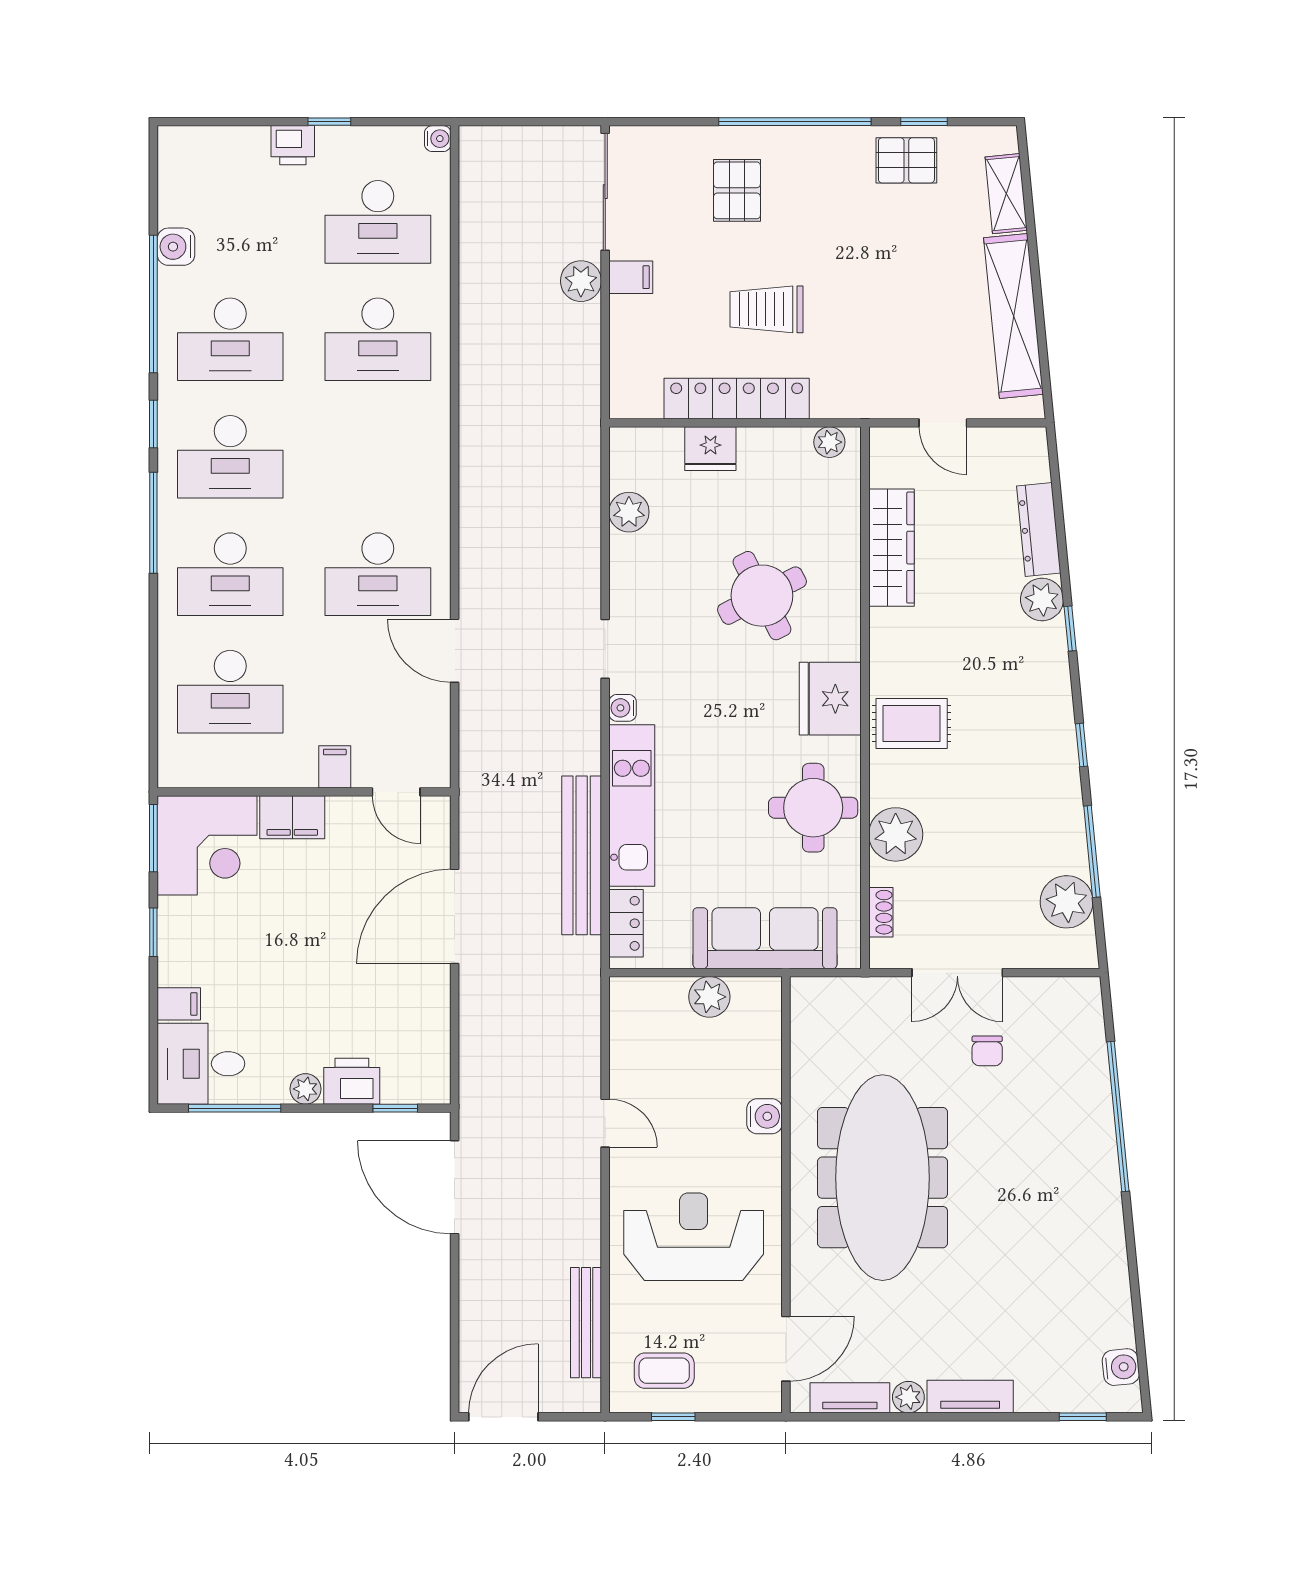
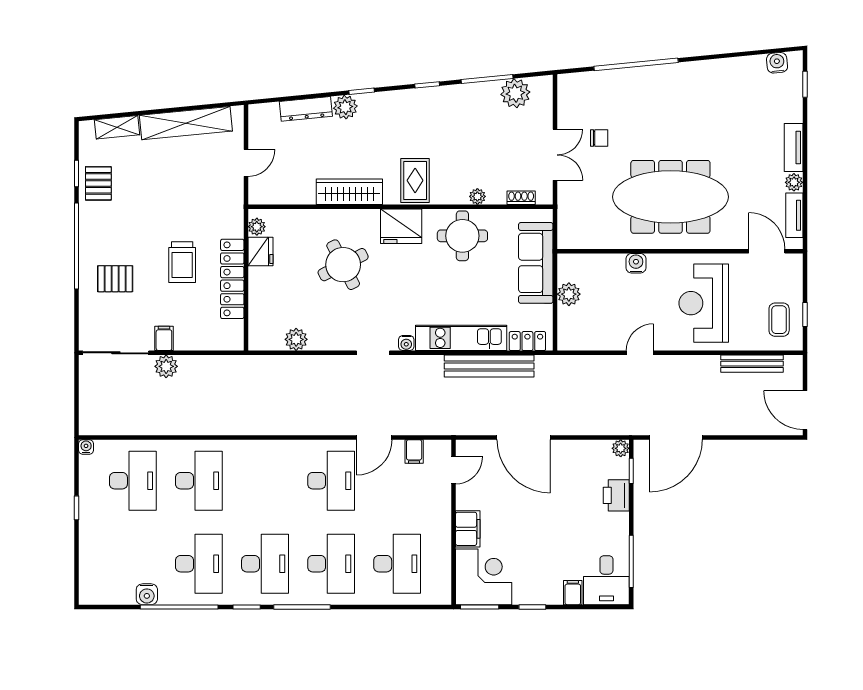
printer: (293, 145) -> (90, 529), removed
fridge: (710, 449) -> (260, 251), moved
wardrobe: (891, 548) -> (349, 192), moved
filing cabinet: (335, 767) -> (414, 452), moved, turned -90
plant: (896, 834) -> (477, 196), width x0.53, depth x0.53
plant: (305, 1089) -> (621, 448), moved

